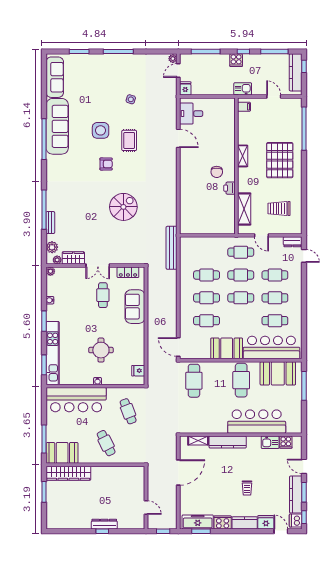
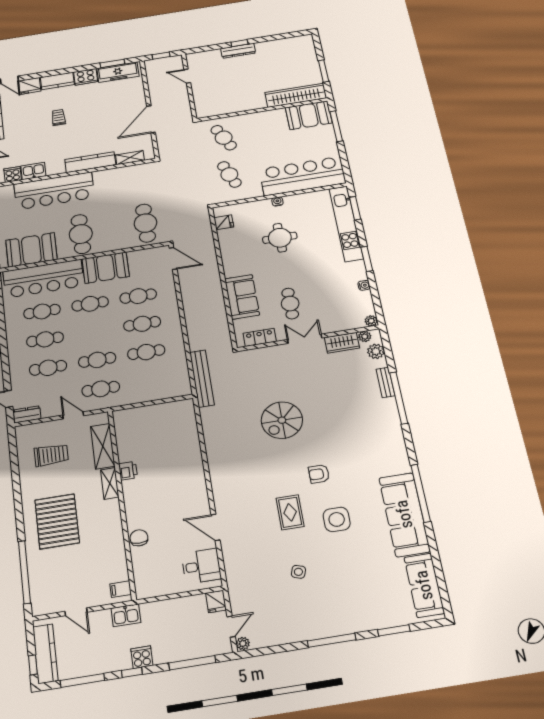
shelving: (243, 156) -> (110, 483), moved
chair: (217, 172) -> (139, 538), moved
cafe table: (241, 298) -> (90, 304), moved
cafe table: (106, 443) -> (224, 138), moved

